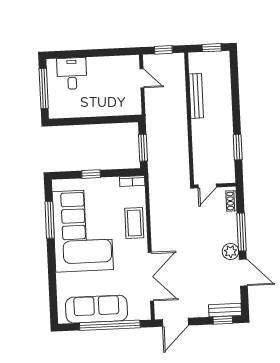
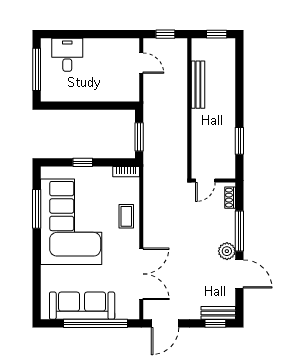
coffee table: (134, 223) -> (126, 216), width x0.73, depth x0.77

